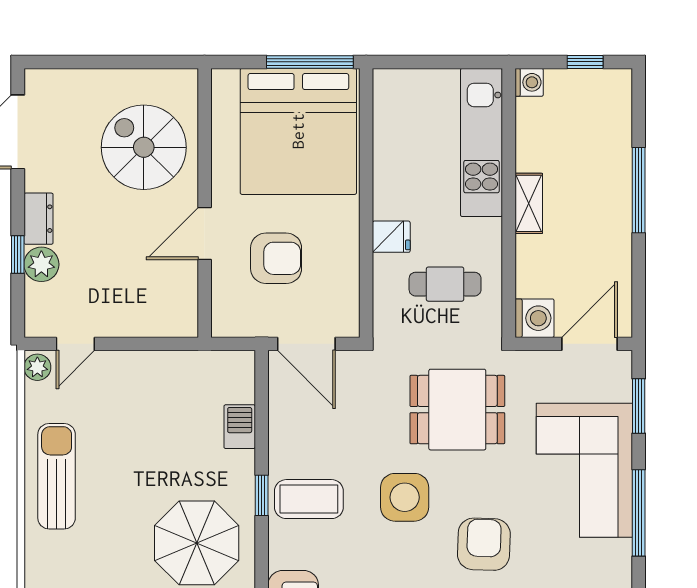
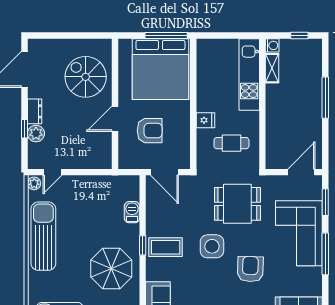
shelving: (529, 203) -> (272, 68), moved
washing machine: (534, 318) -> (275, 160), removed
sun lounger: (57, 476) -> (43, 236), width x1.36, depth x1.34

